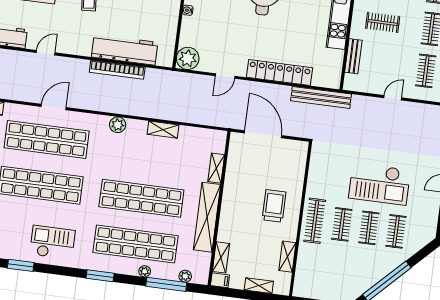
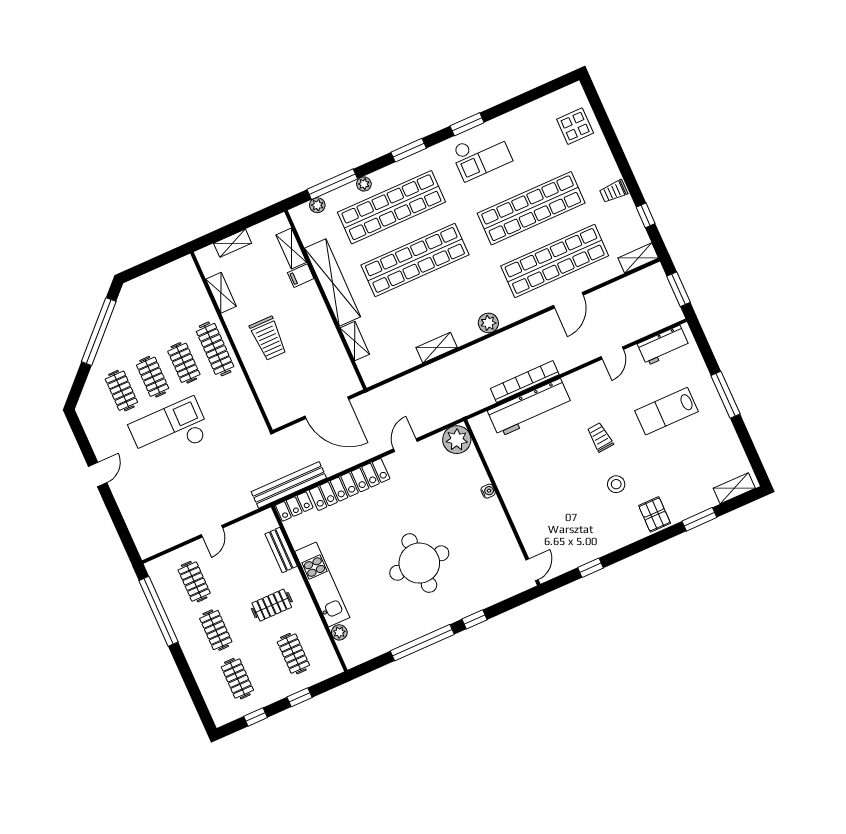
locker: (326, 80) -> (294, 506), added
window: (21, 265) -> (467, 124), moved
filing cabinet: (220, 280) -> (301, 276), moved

